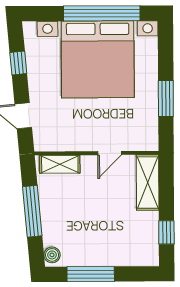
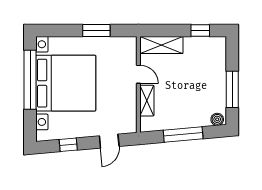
shelving: (60, 164) -> (147, 101), moved

